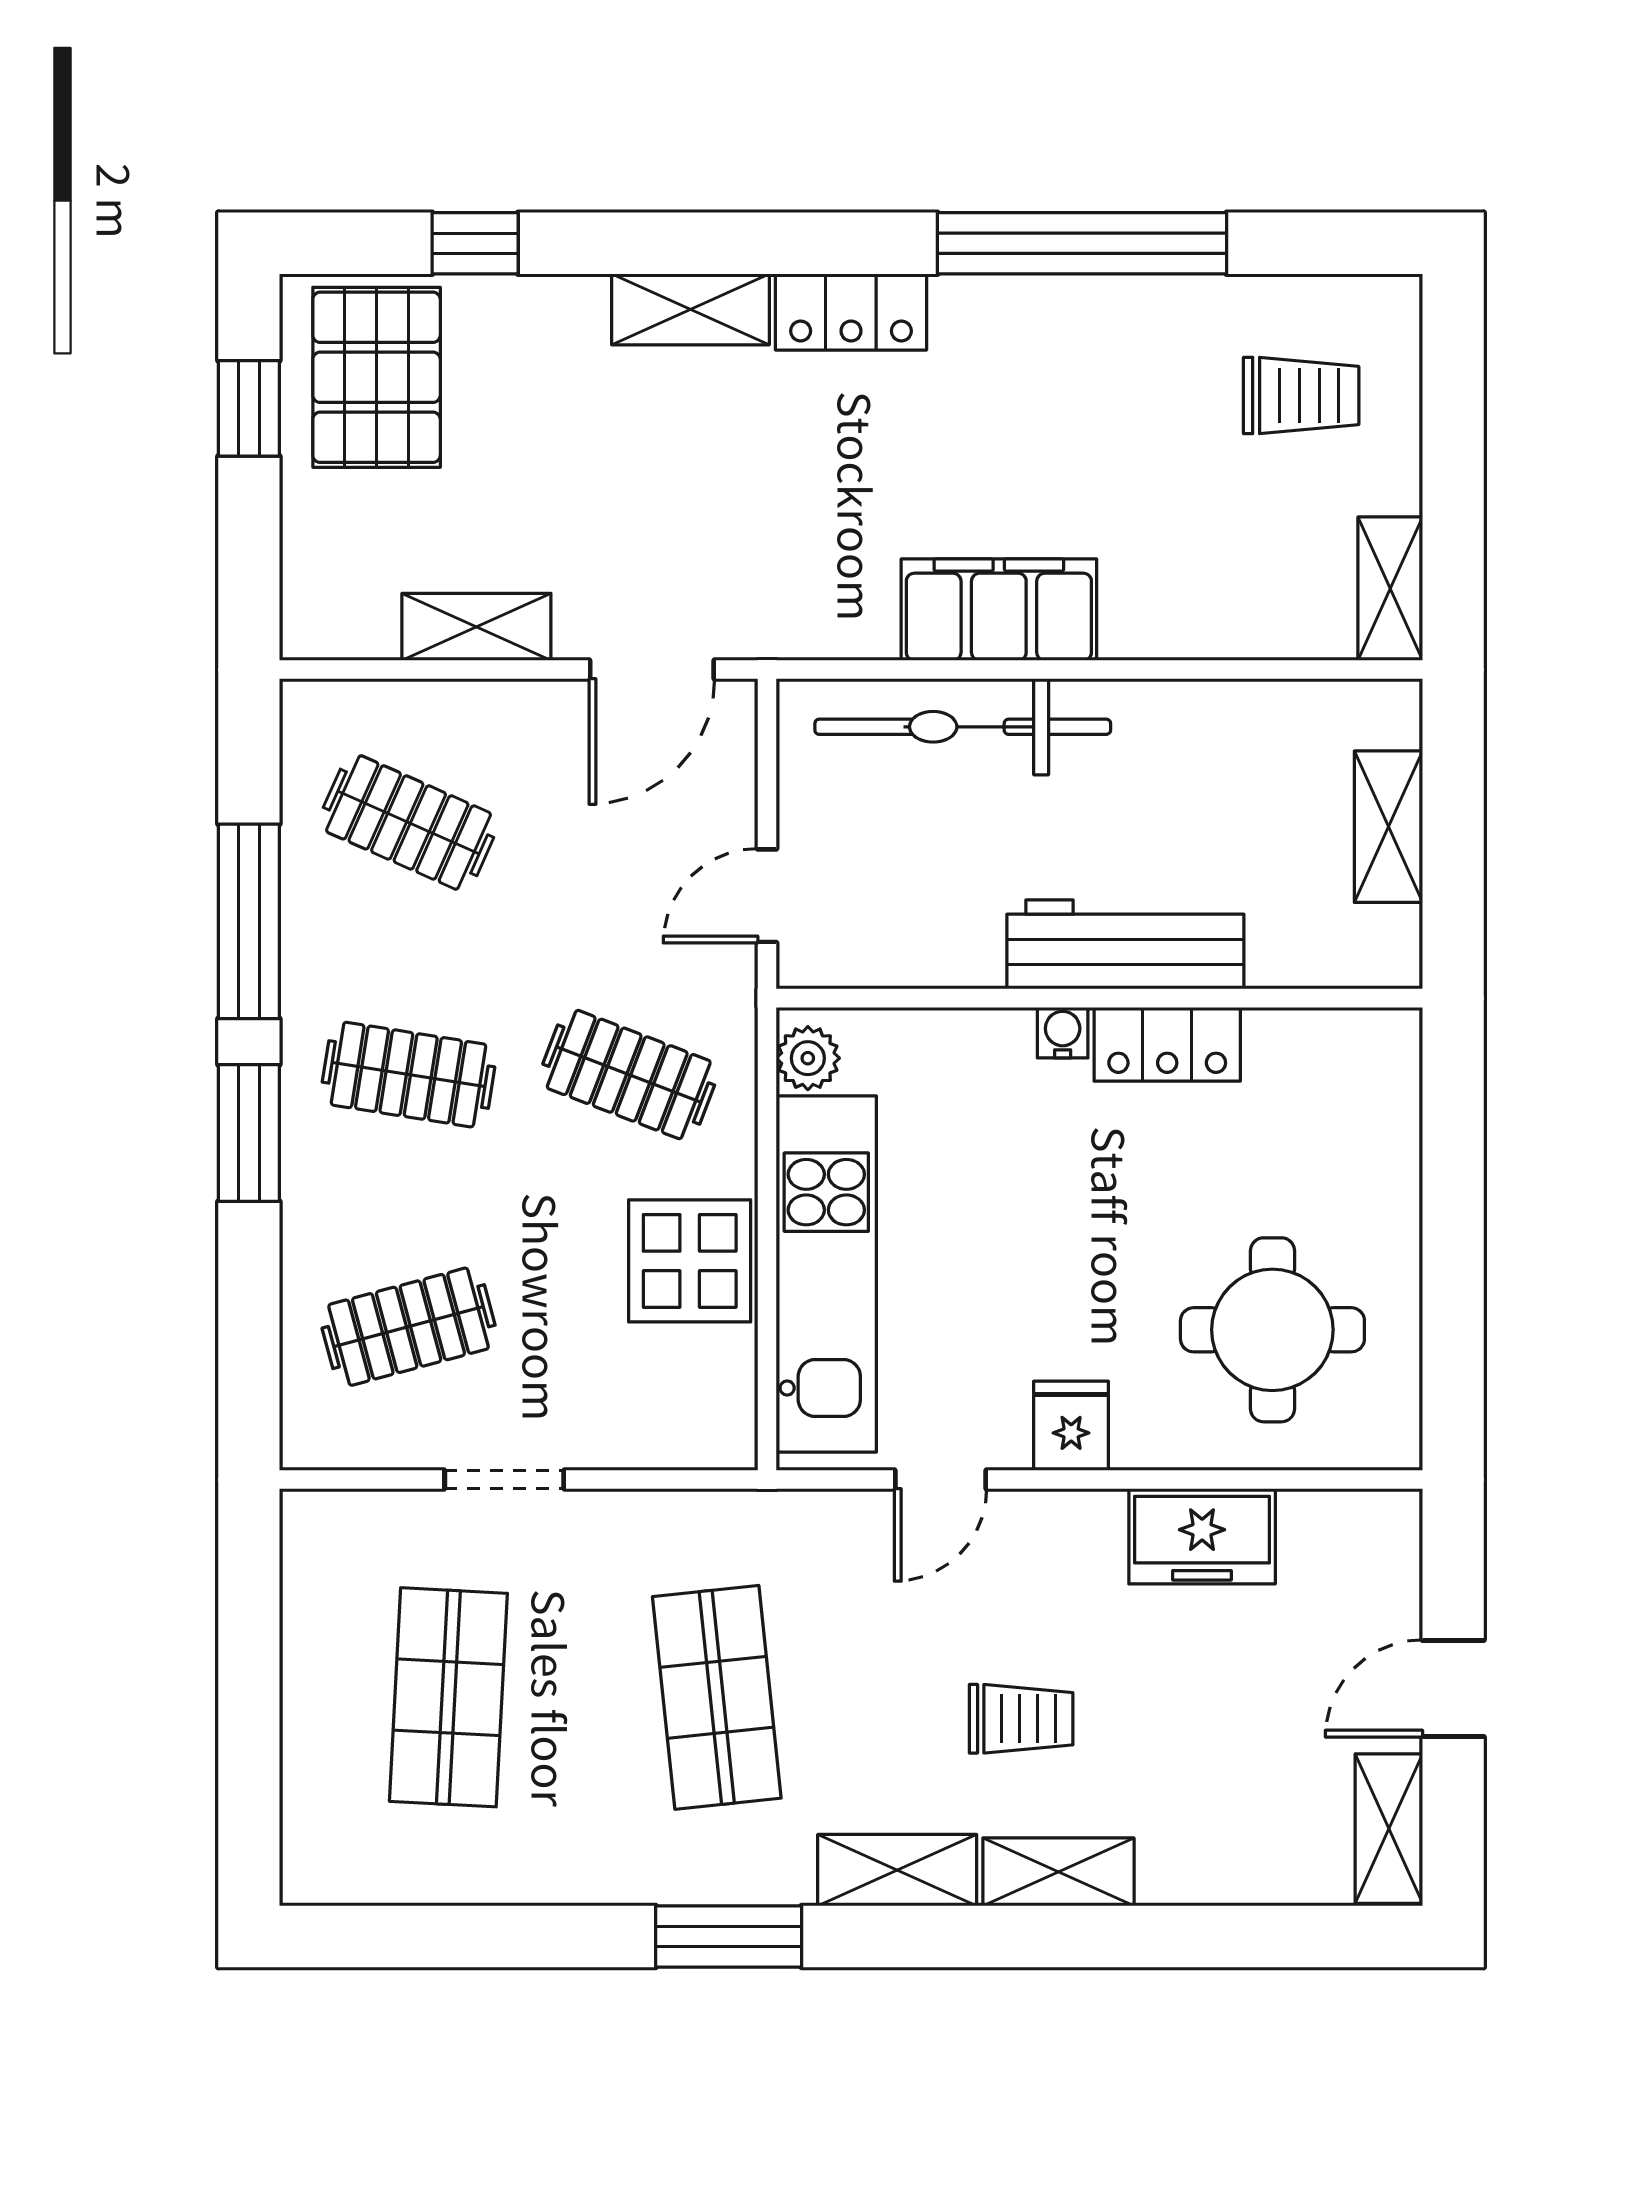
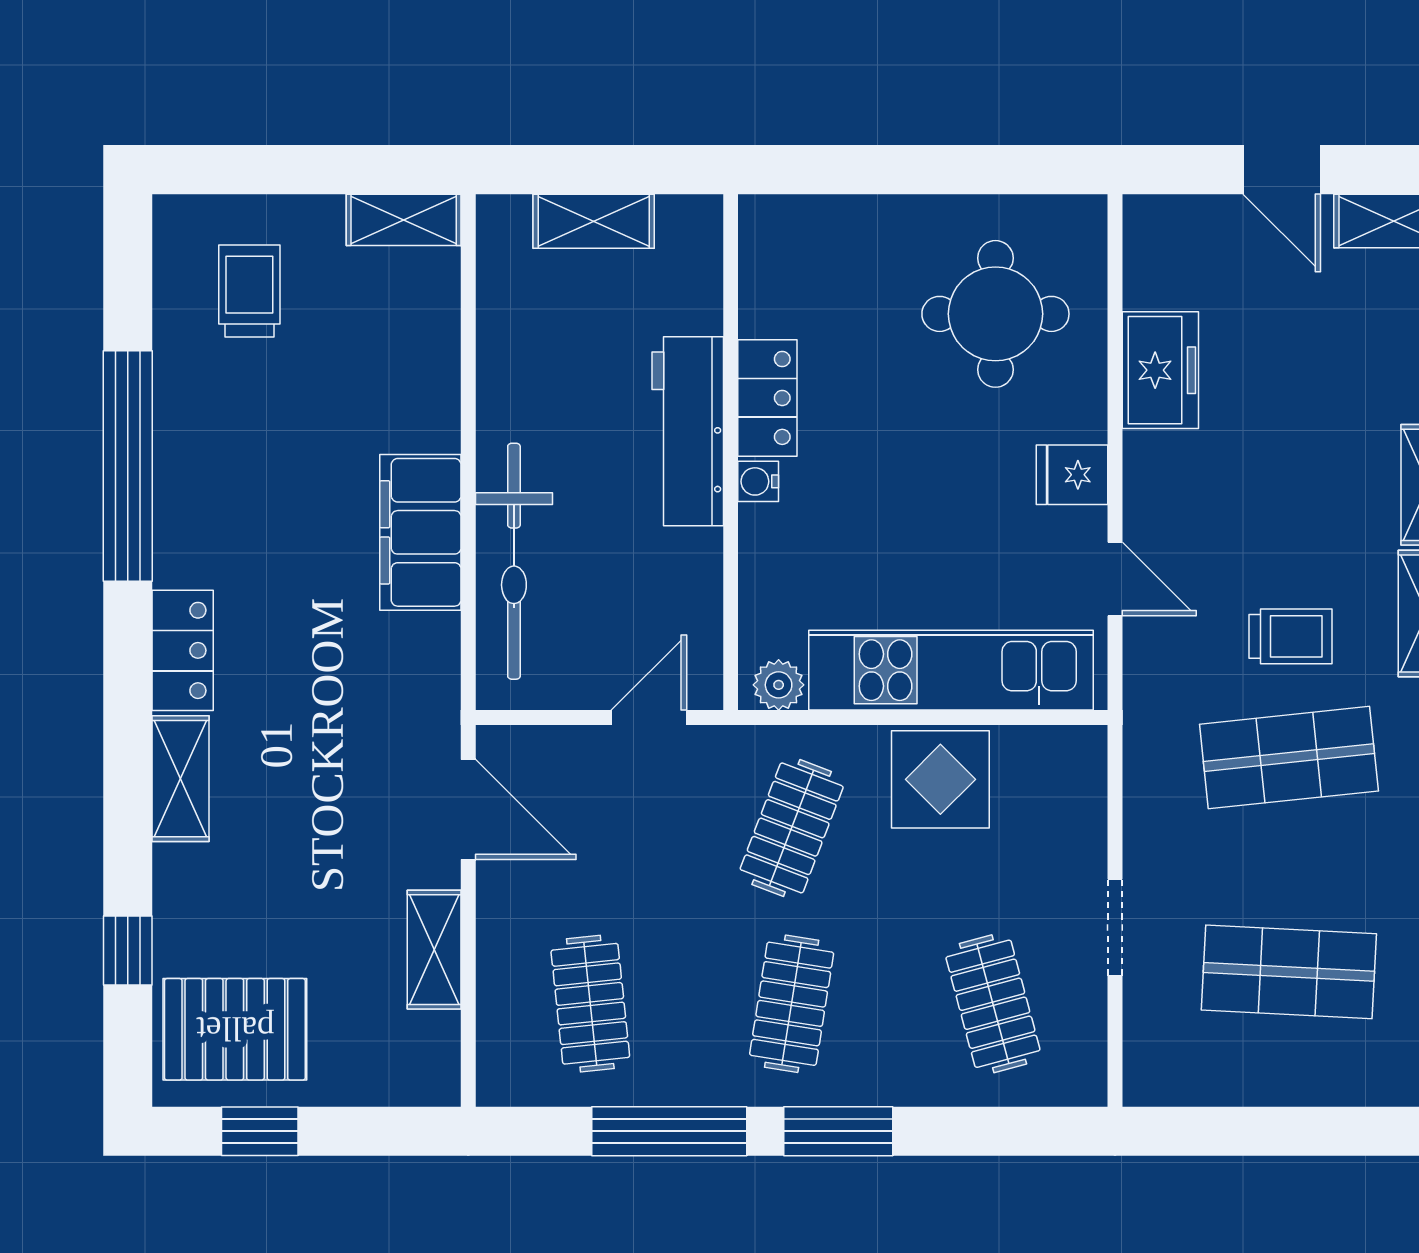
clothes rail: (409, 822) -> (590, 1004), turned -30
door: (767, 896) -> (649, 718), swing flipped
trolley: (1021, 1719) -> (1290, 636), moved, turned 90

